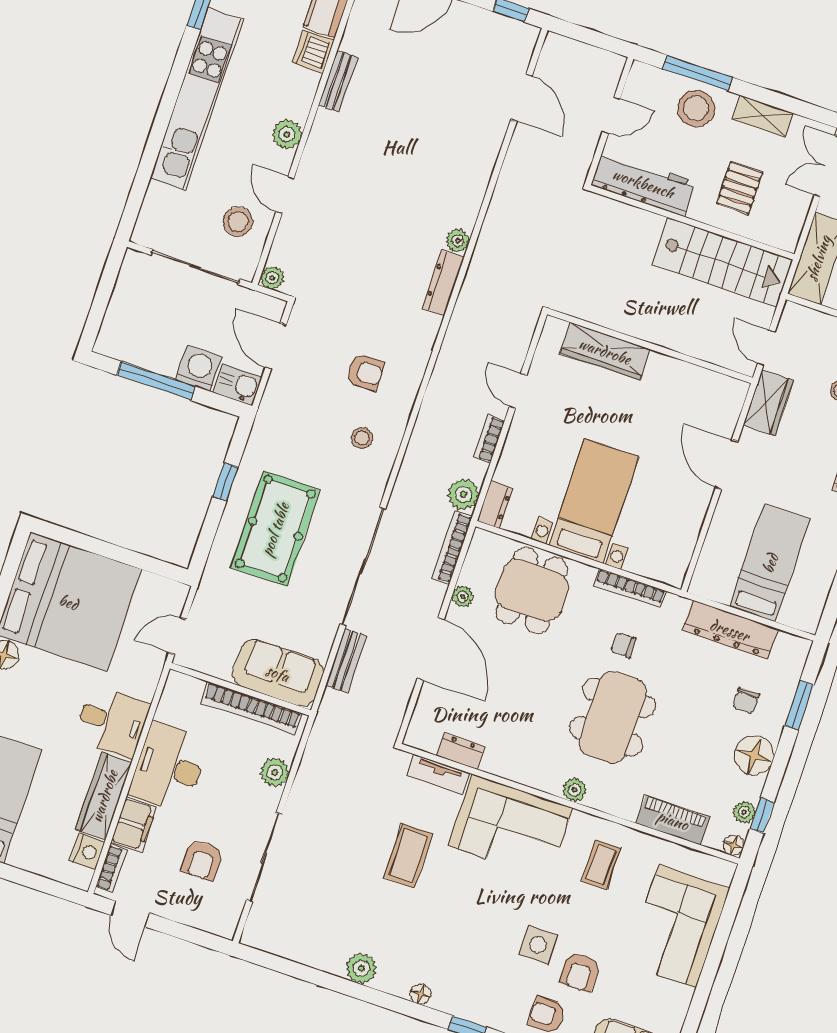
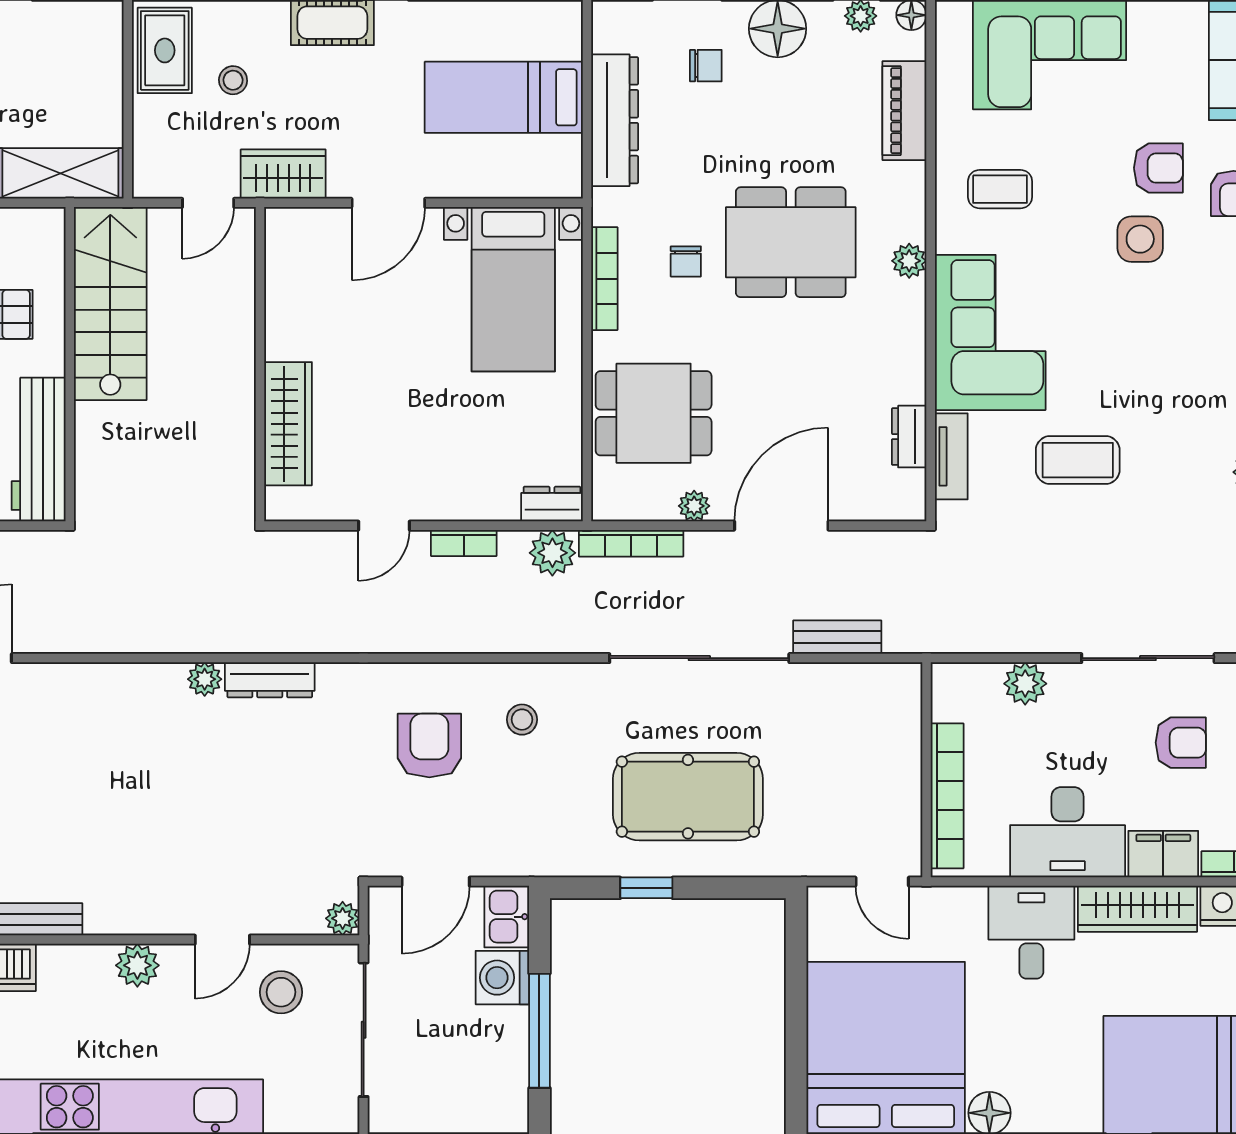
armchair: (365, 372) -> (429, 745), width x1.38, depth x1.38
bed with nightstands: (594, 501) -> (513, 289), moved, turned -90
sofa: (278, 673) -> (886, 725), removed
bookcase: (251, 708) -> (947, 796), moved

